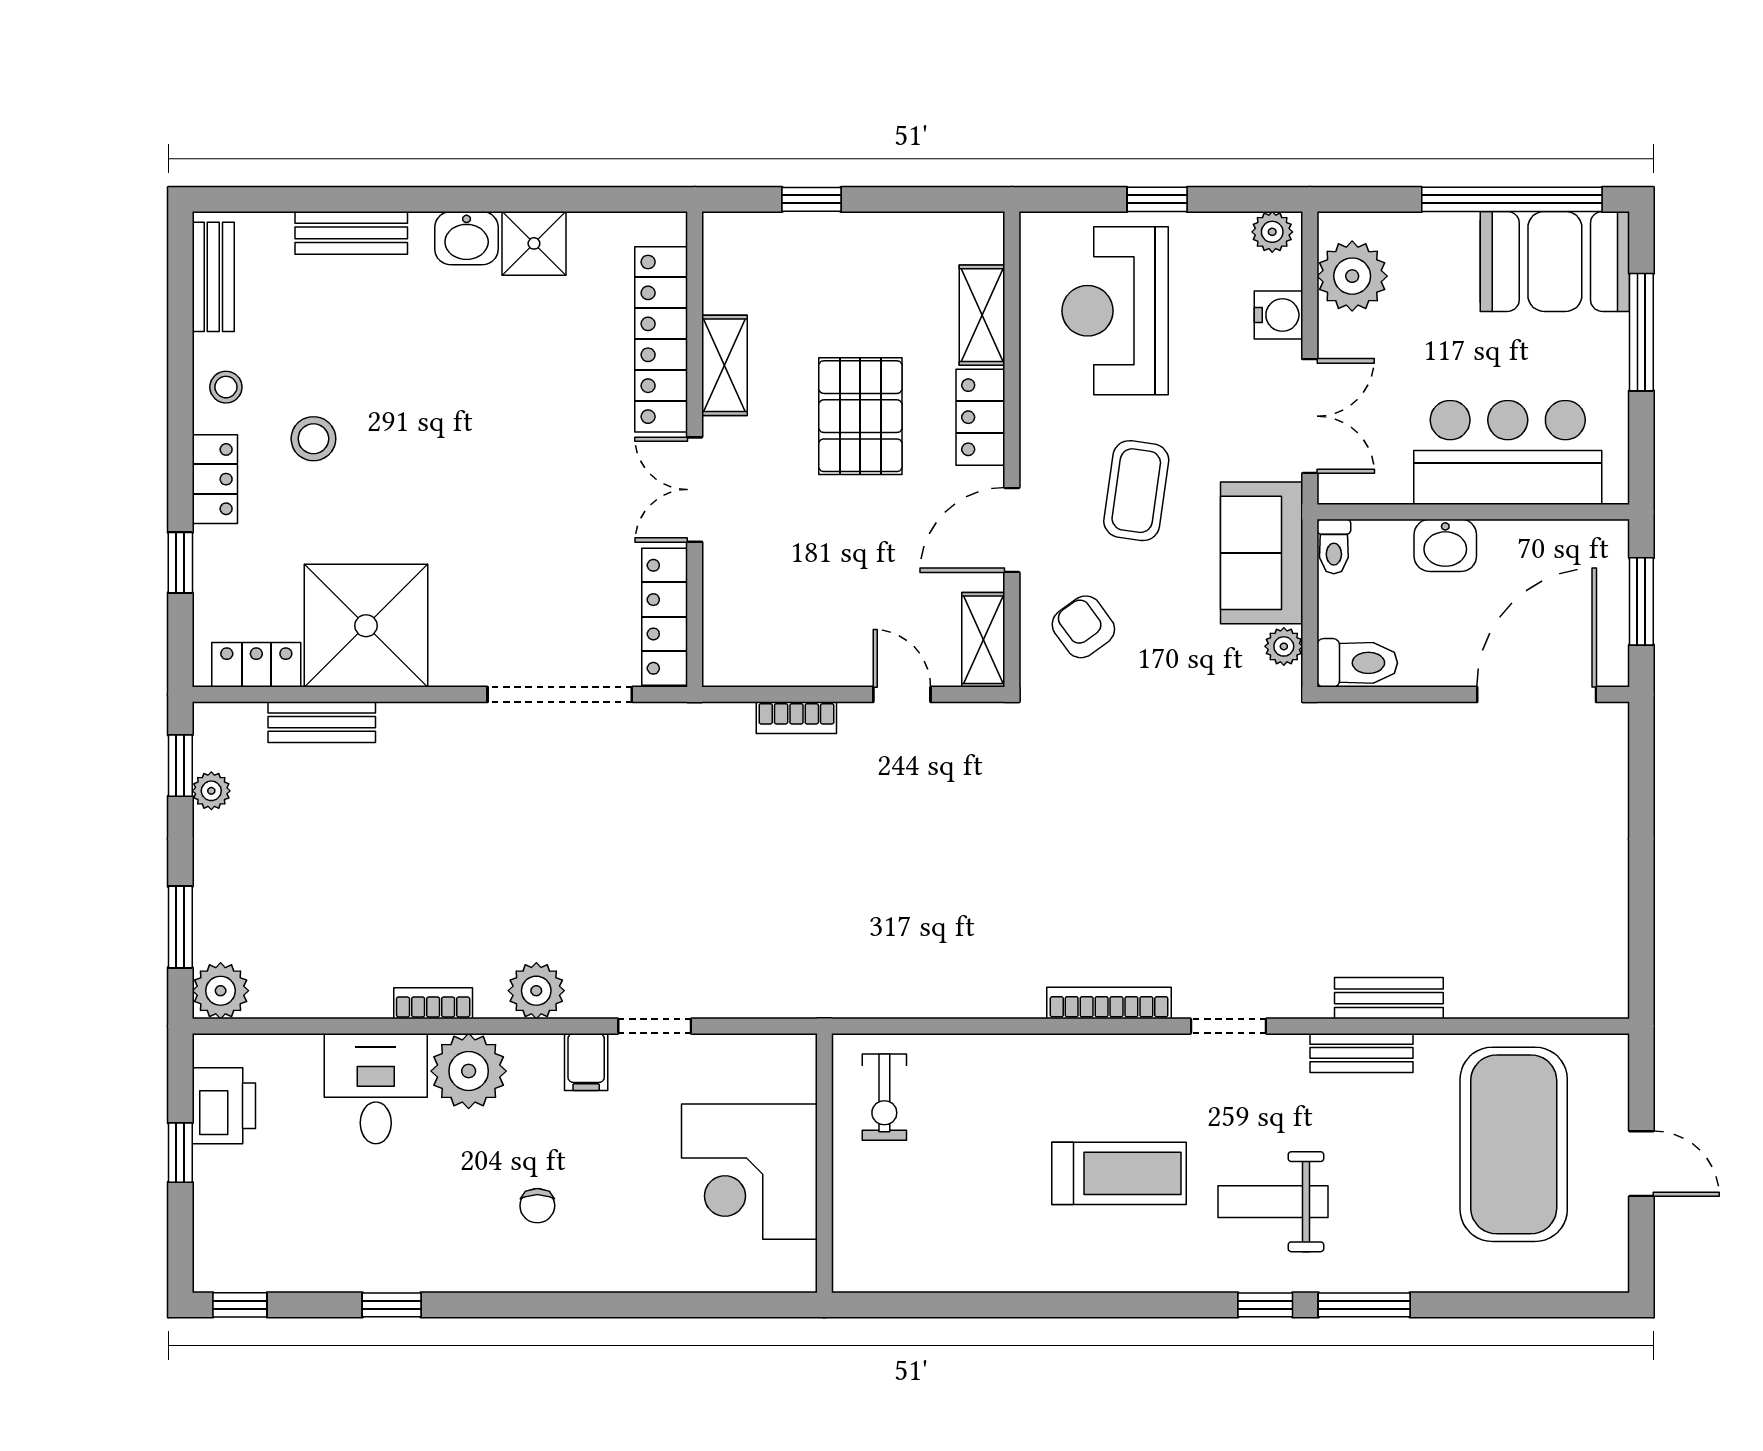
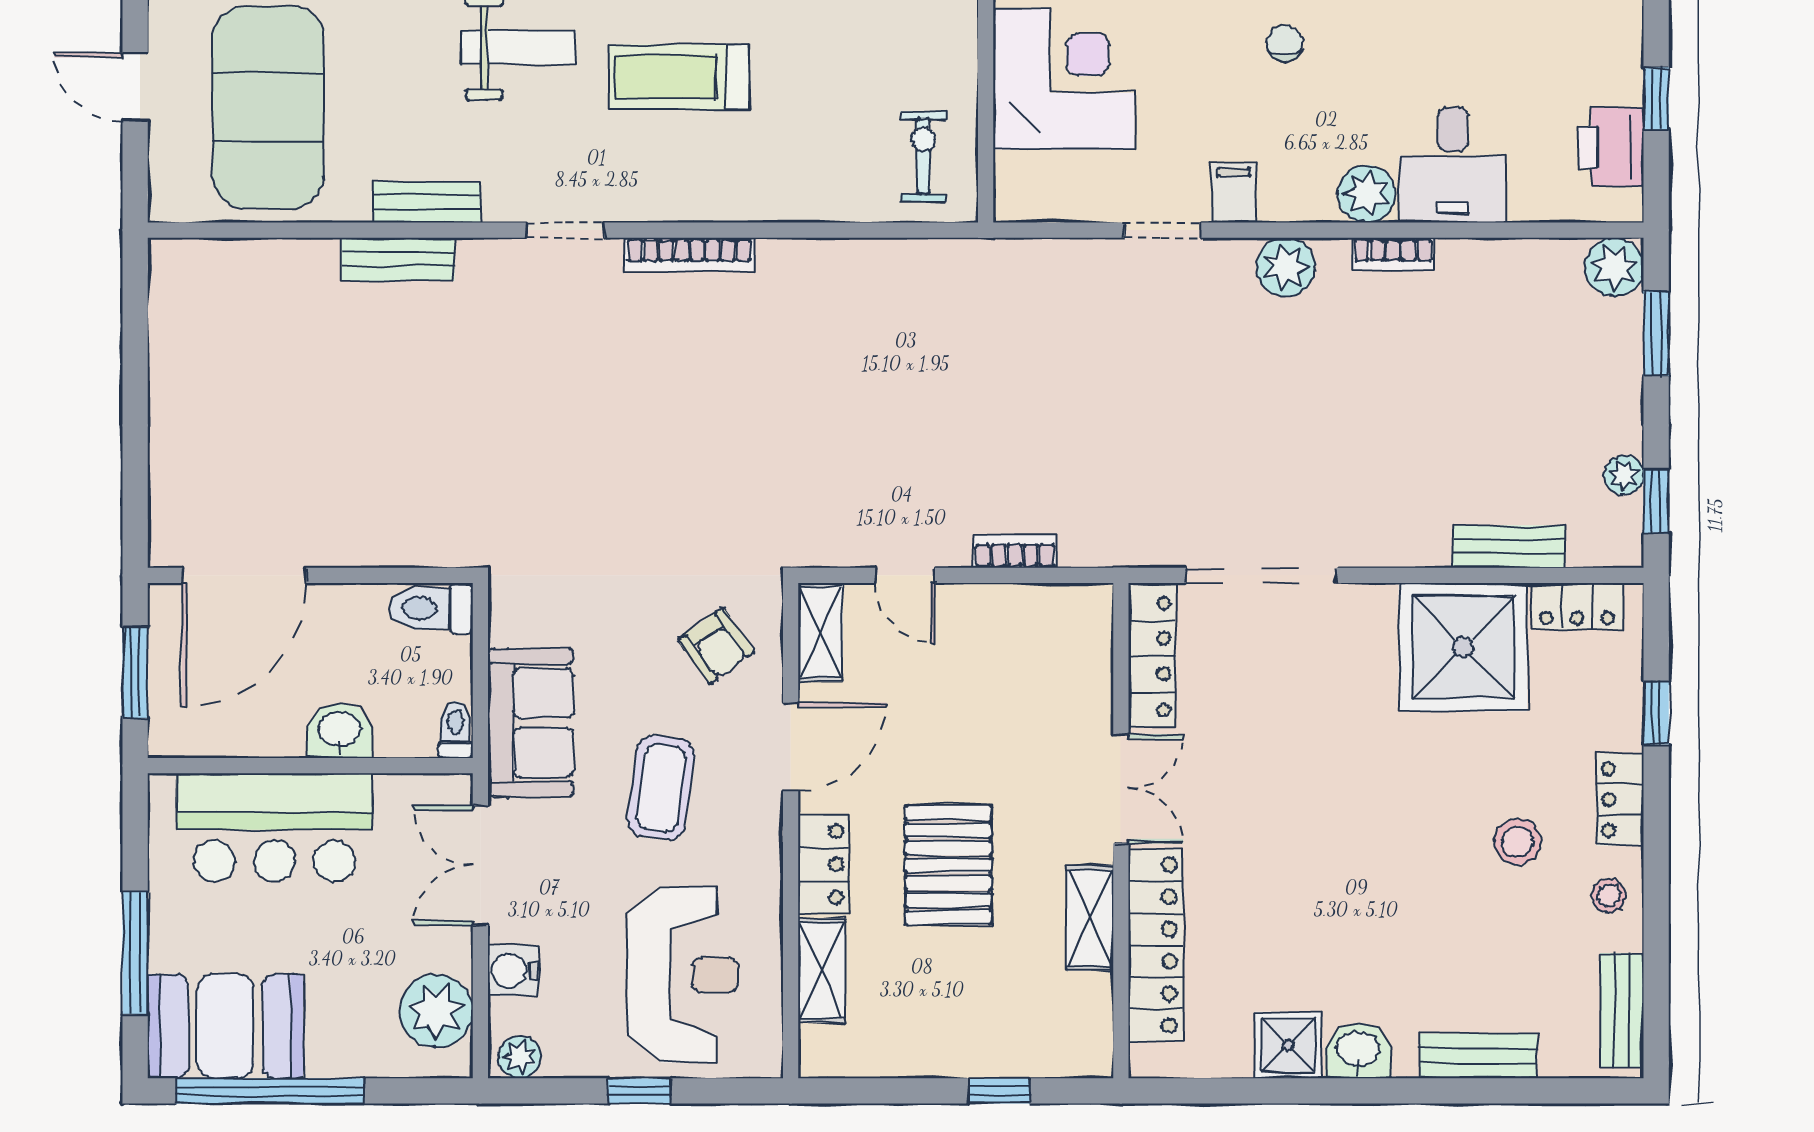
plant: (1284, 646) -> (507, 625), removed
plant: (469, 1071) -> (1367, 194), width x0.73, depth x0.73

